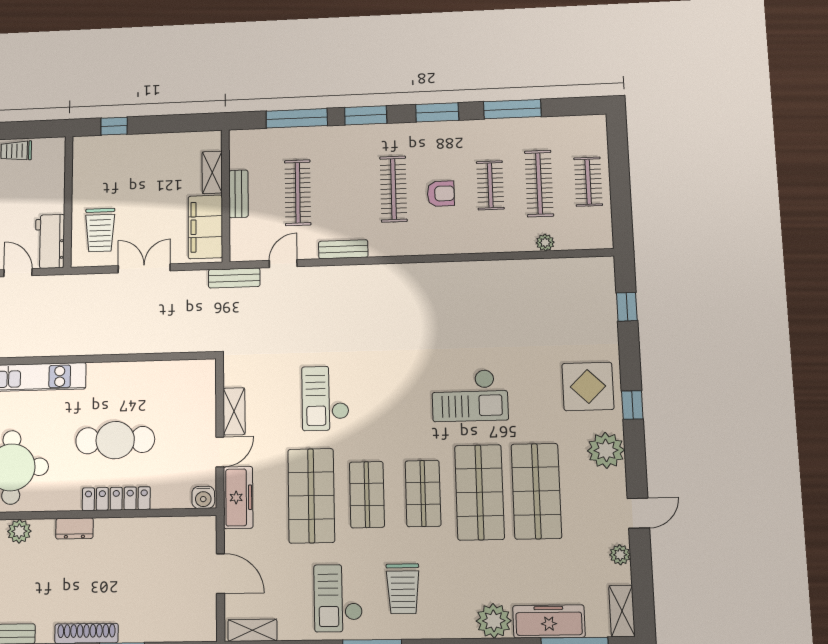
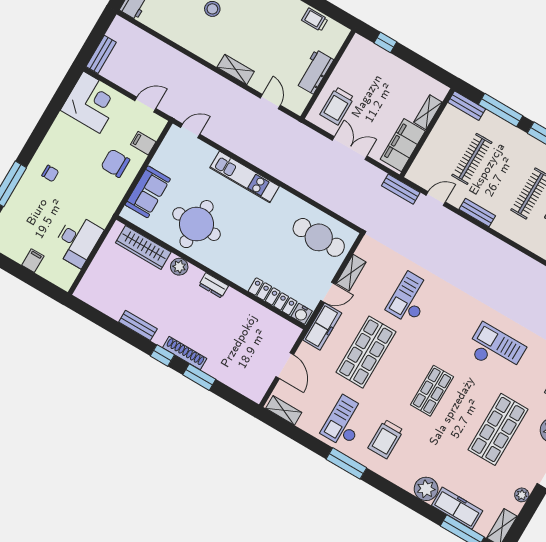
bench: (239, 194) -> (467, 106), moved, turned 90
workbench: (50, 241) -> (315, 72), moved
checkout: (470, 395) -> (496, 349), turned 180
cafe table: (115, 440) -> (319, 237), moved
shop shelf: (479, 492) -> (465, 410), removed
shop shelf: (367, 495) -> (399, 371), removed
locker: (116, 499) -> (273, 296), moved

